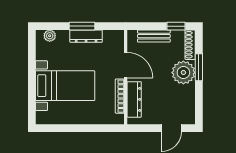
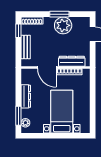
window: (82, 26) -> (18, 116), moved
door: (126, 65) -> (47, 67), swing flipped
window: (199, 67) -> (59, 14), moved
plant: (183, 73) -> (63, 25), moved

